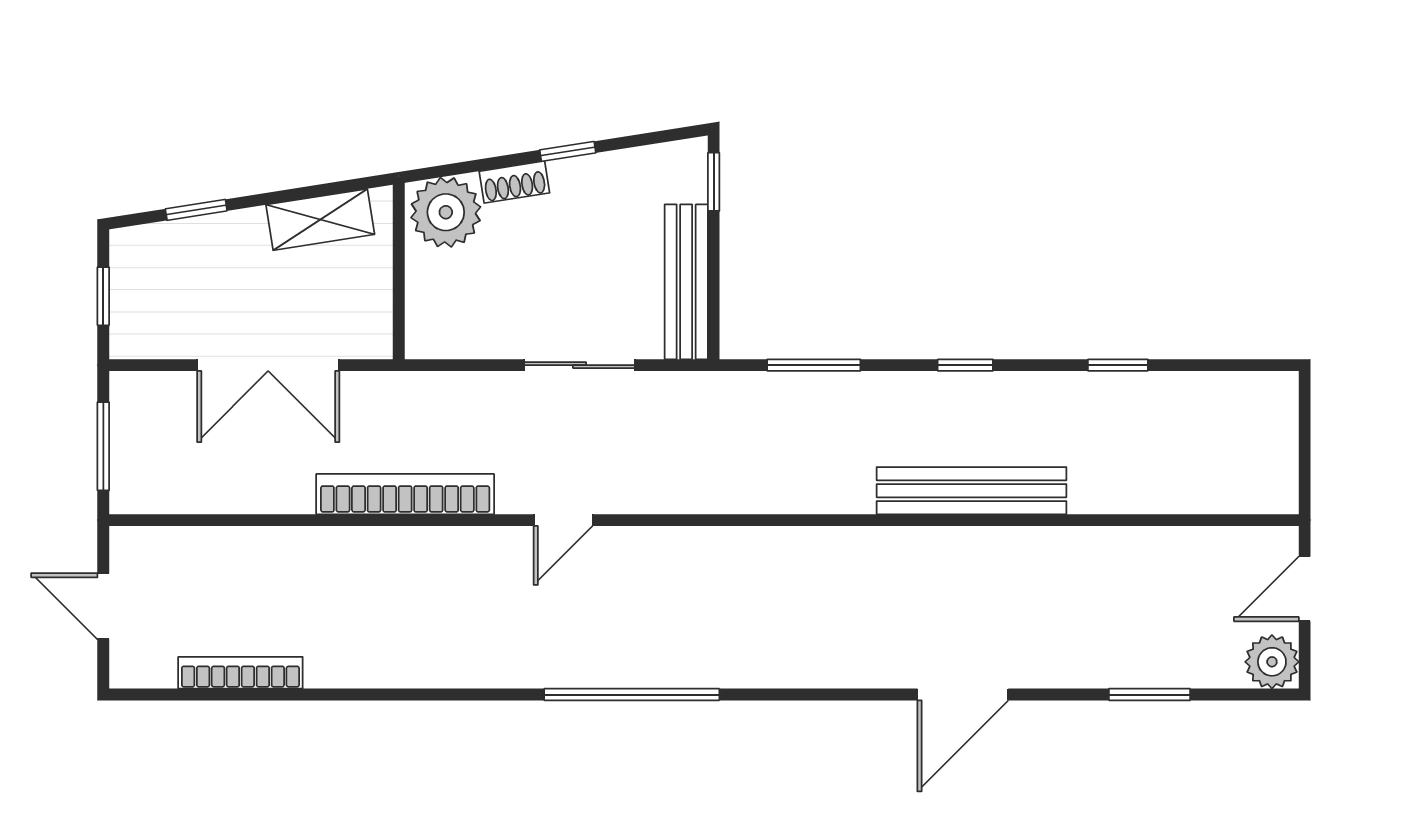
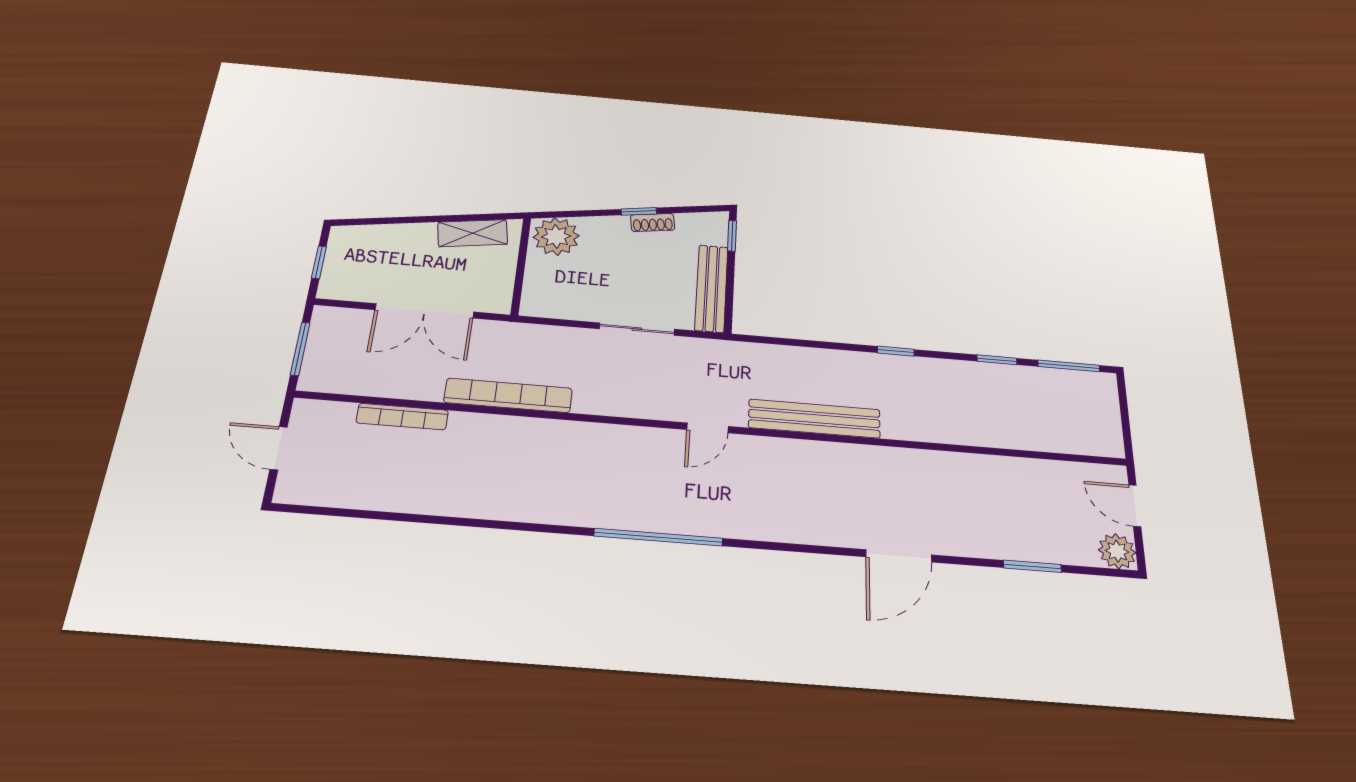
shoe rack: (514, 182) -> (653, 222), moved
window: (196, 210) -> (391, 221), removed
window: (814, 365) -> (1069, 366), moved
bench: (971, 491) -> (814, 419), moved
door: (563, 520) -> (708, 428), moved
door: (1305, 589) -> (1135, 506), hinge flipped
bookcase: (240, 673) -> (402, 417), moved, turned 180

